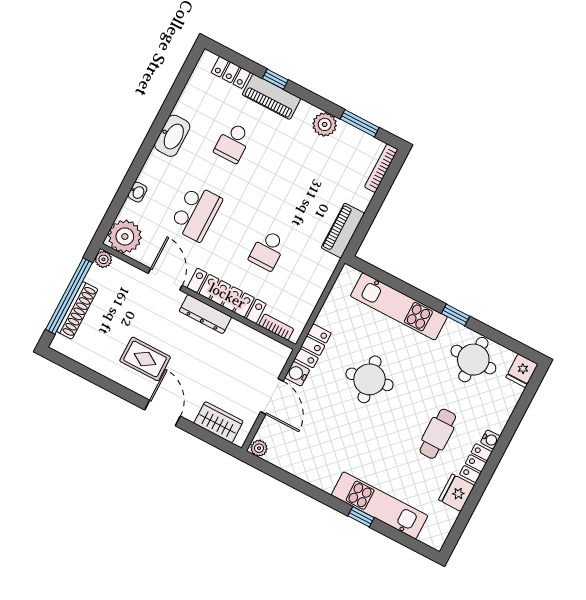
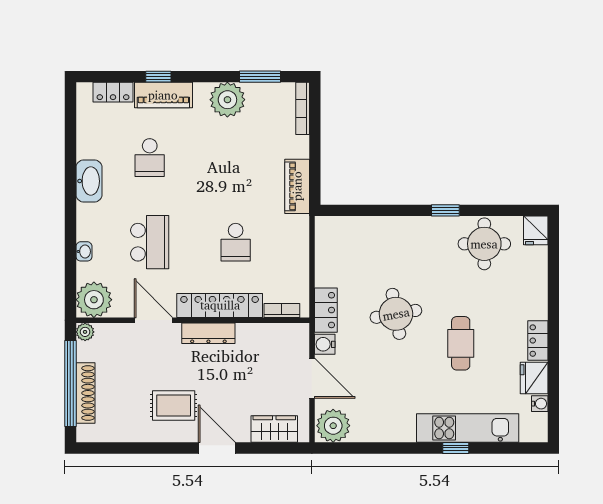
plant: (325, 124) -> (227, 100), width x1.36, depth x1.36
kitchen unit: (399, 306) -> (388, 230), removed
cafe table: (438, 434) -> (461, 343), moved
water cooler: (490, 439) -> (540, 404), moved
plant: (259, 448) -> (333, 426), width x1.87, depth x1.87

